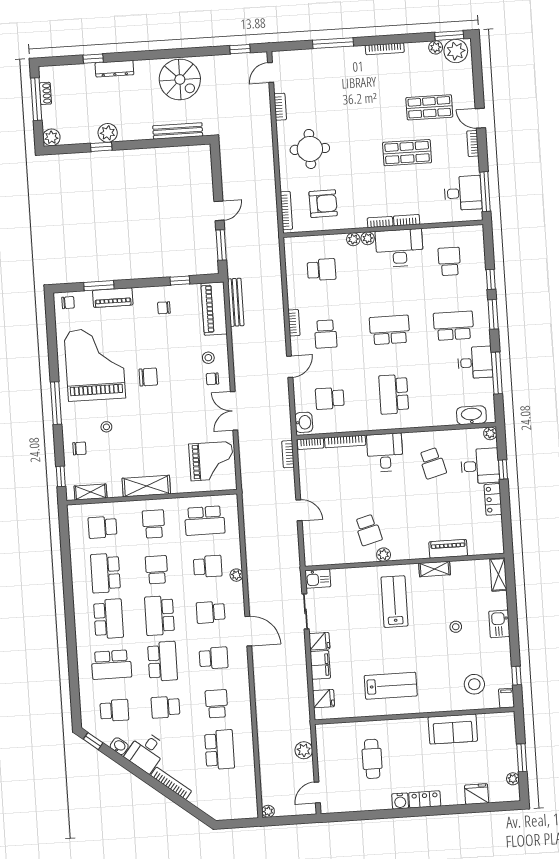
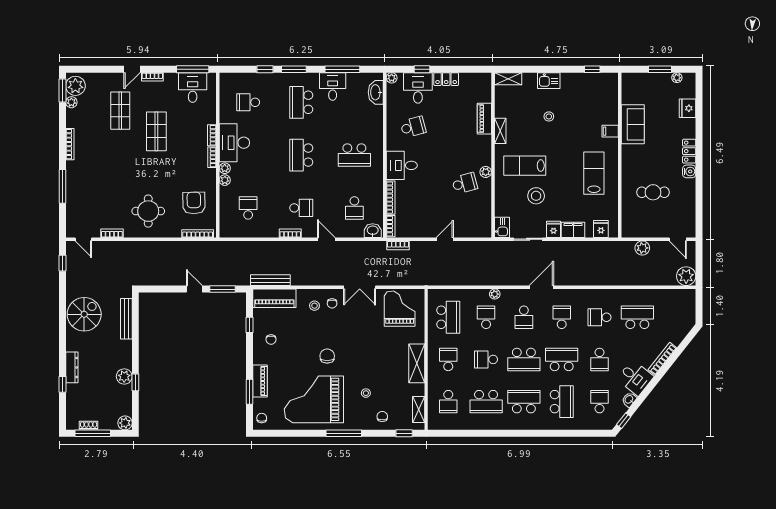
school desk: (154, 524) -> (448, 359), turned 90
stool: (474, 684) -> (536, 196), moved
filing cabinet: (506, 698) -> (610, 131), moved
plant: (268, 811) -> (686, 276), width x1.88, depth x1.88

